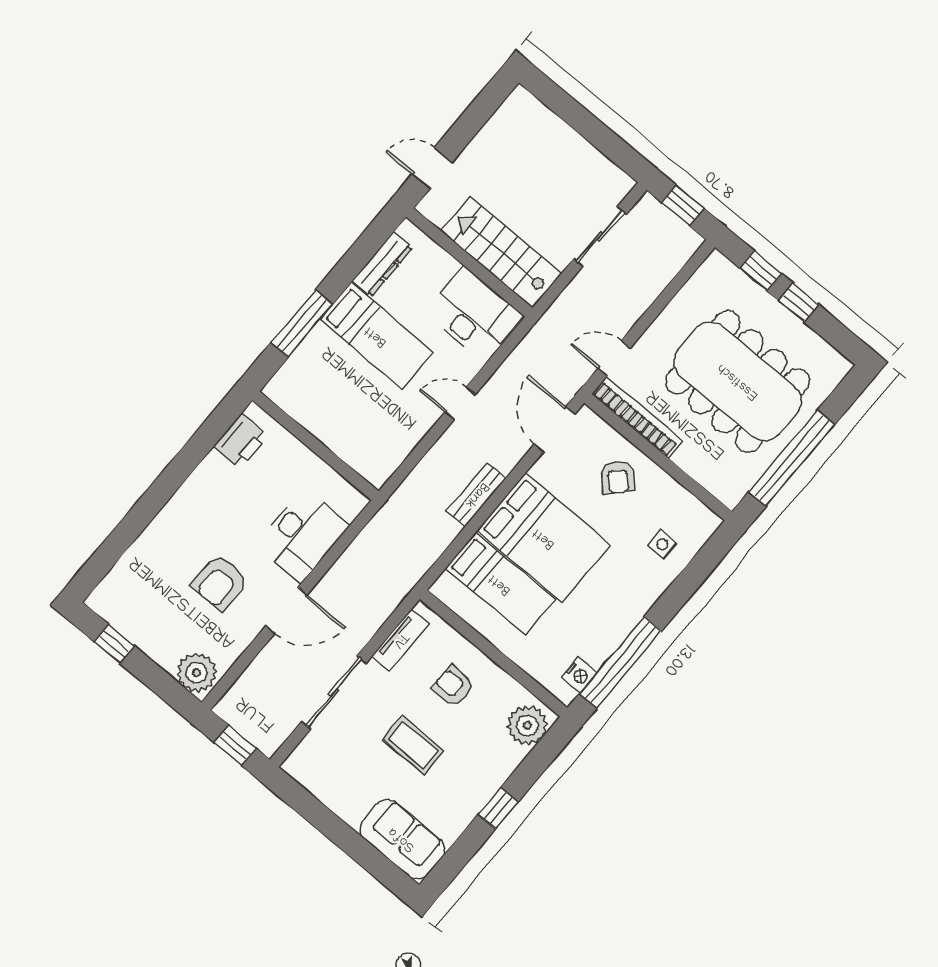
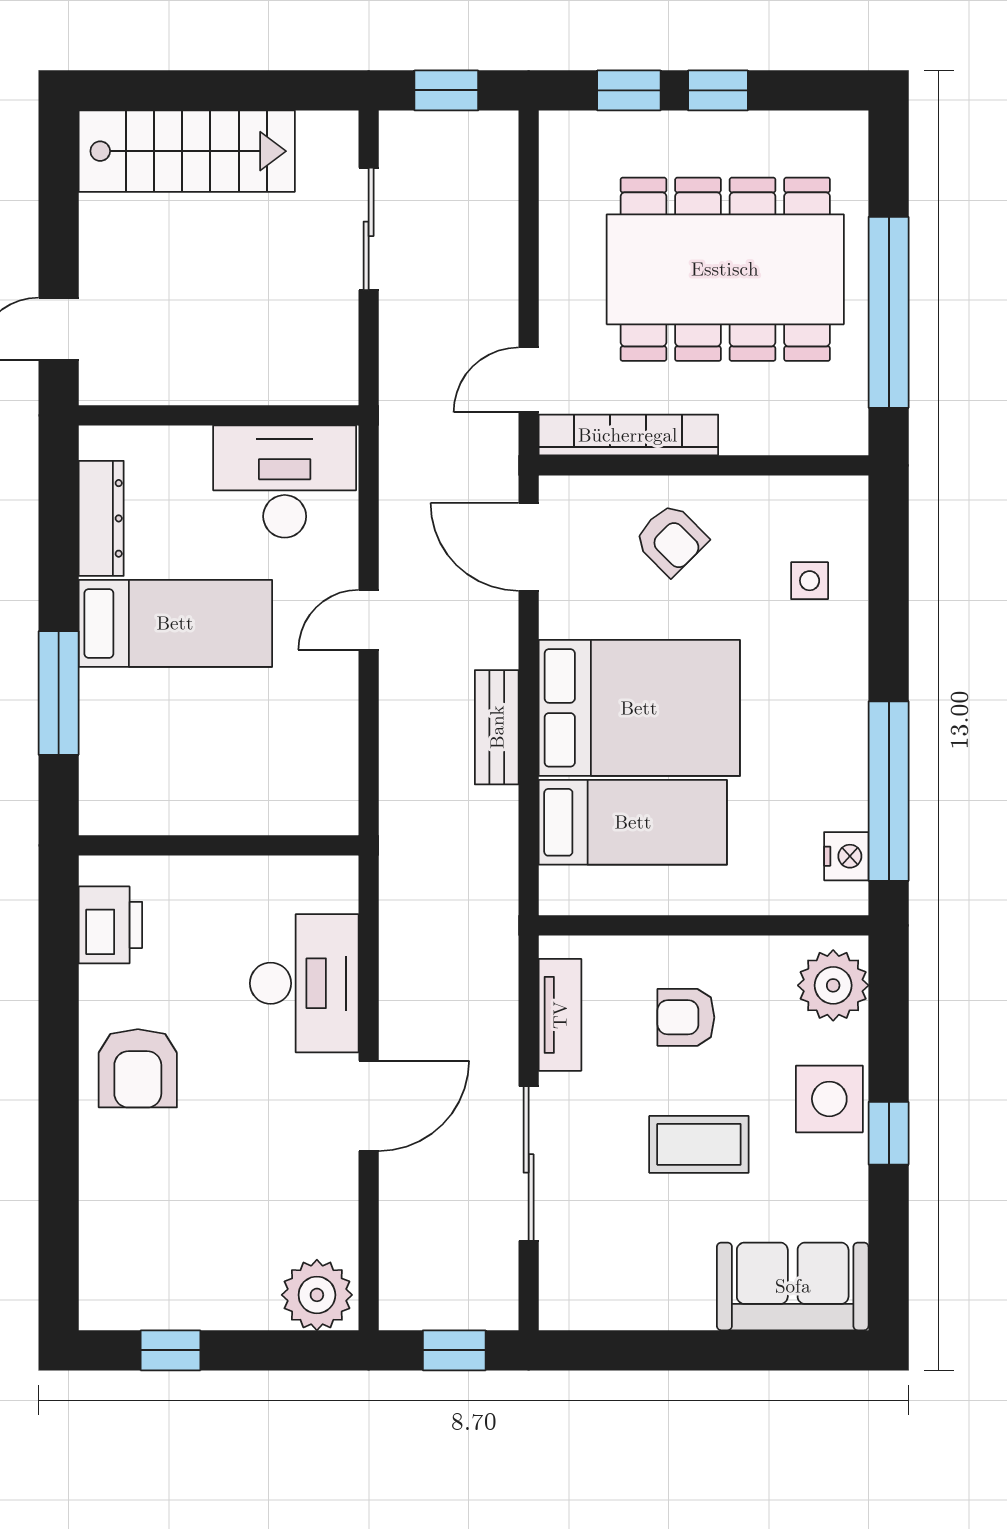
stairs: (501, 252) -> (187, 151), moved, turned 180
armchair: (220, 583) -> (138, 1068), moved
side table: (485, 772) -> (829, 1099), added

